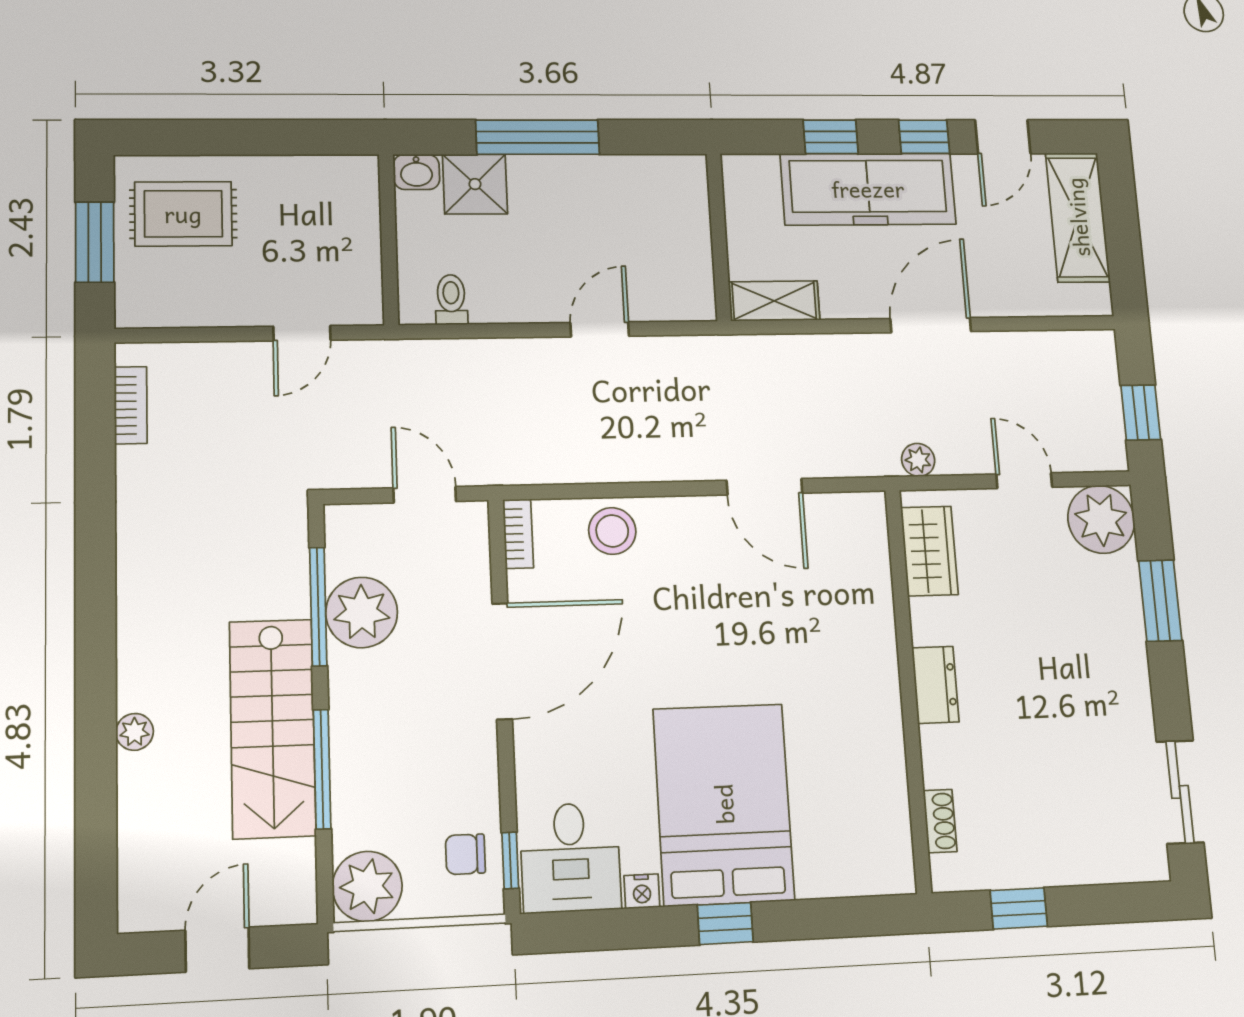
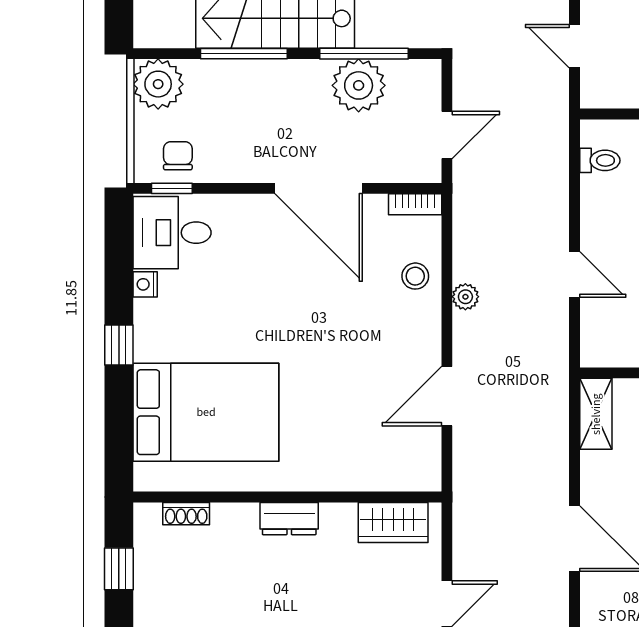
plant: (918, 460) -> (465, 297), moved
stool: (612, 531) -> (415, 276), width x0.73, depth x0.73
bed: (724, 804) -> (206, 412), moved

